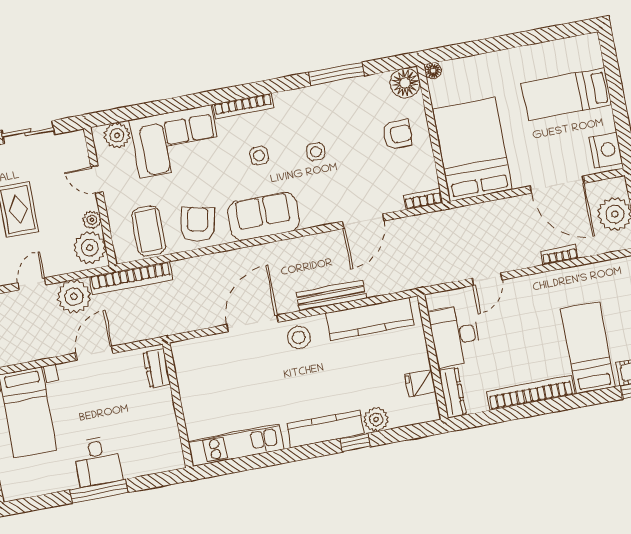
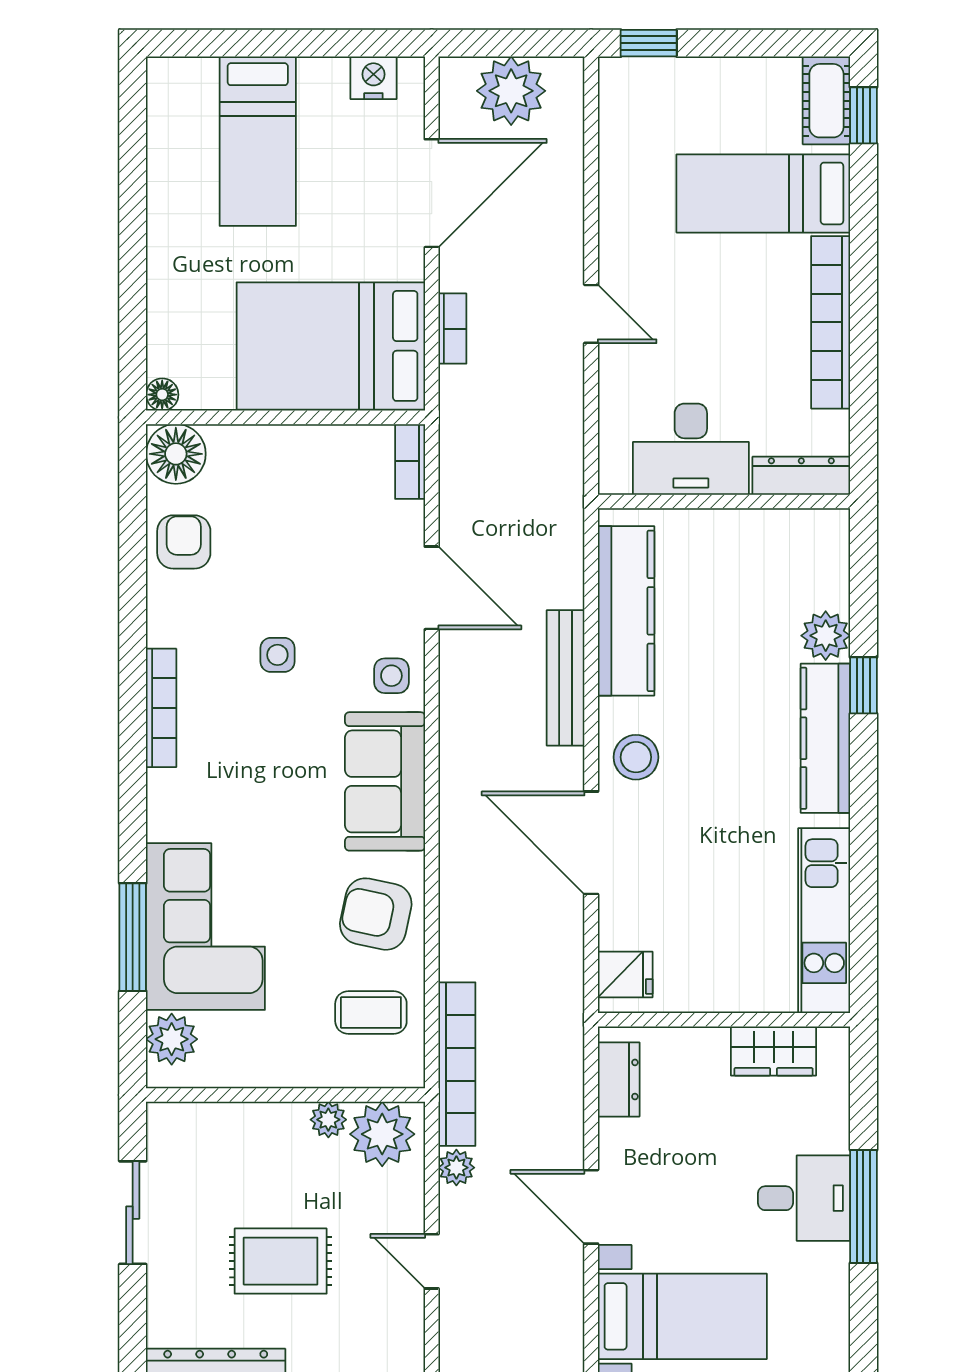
window: (337, 74) -> (133, 937), moved
bookcase: (243, 106) -> (161, 708), moved
armchair: (397, 135) -> (184, 542), moved
nightstand: (606, 150) -> (373, 78), width x0.74, depth x0.75
side table: (259, 155) -> (391, 676), moved
door: (97, 179) -> (251, 1095), removed
coffee table: (149, 231) -> (371, 1012), width x0.73, depth x0.77
bookcase: (559, 255) -> (452, 329), moved, turned 180
door: (487, 279) -> (591, 314), moved
plant: (74, 296) -> (456, 1168), width x0.53, depth x0.53
door: (94, 353) -> (591, 1207), moved
dresser: (157, 368) -> (619, 1079), moved, turned -90
fridge: (420, 383) -> (625, 974), moved, turned -90
wardrobe: (167, 432) -> (774, 1051), added

